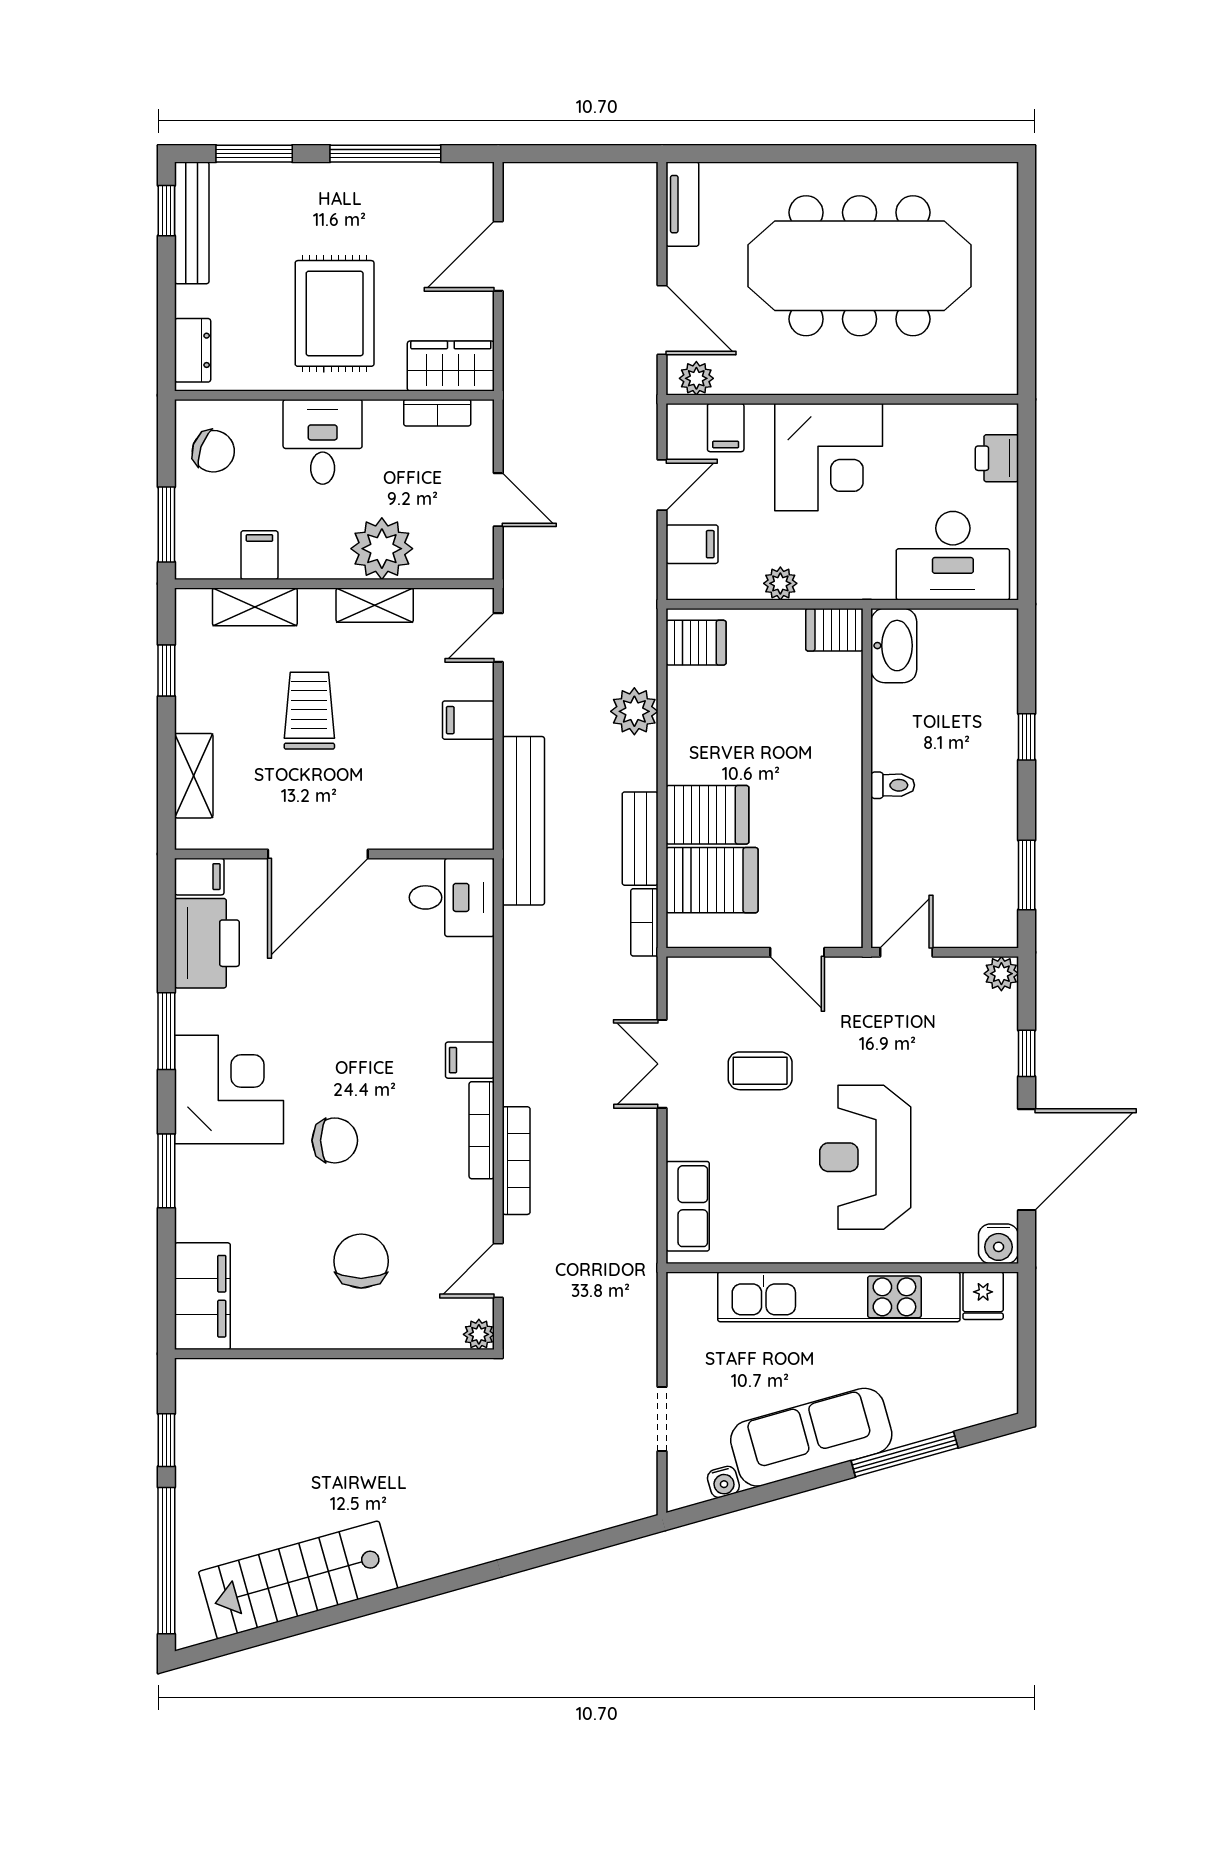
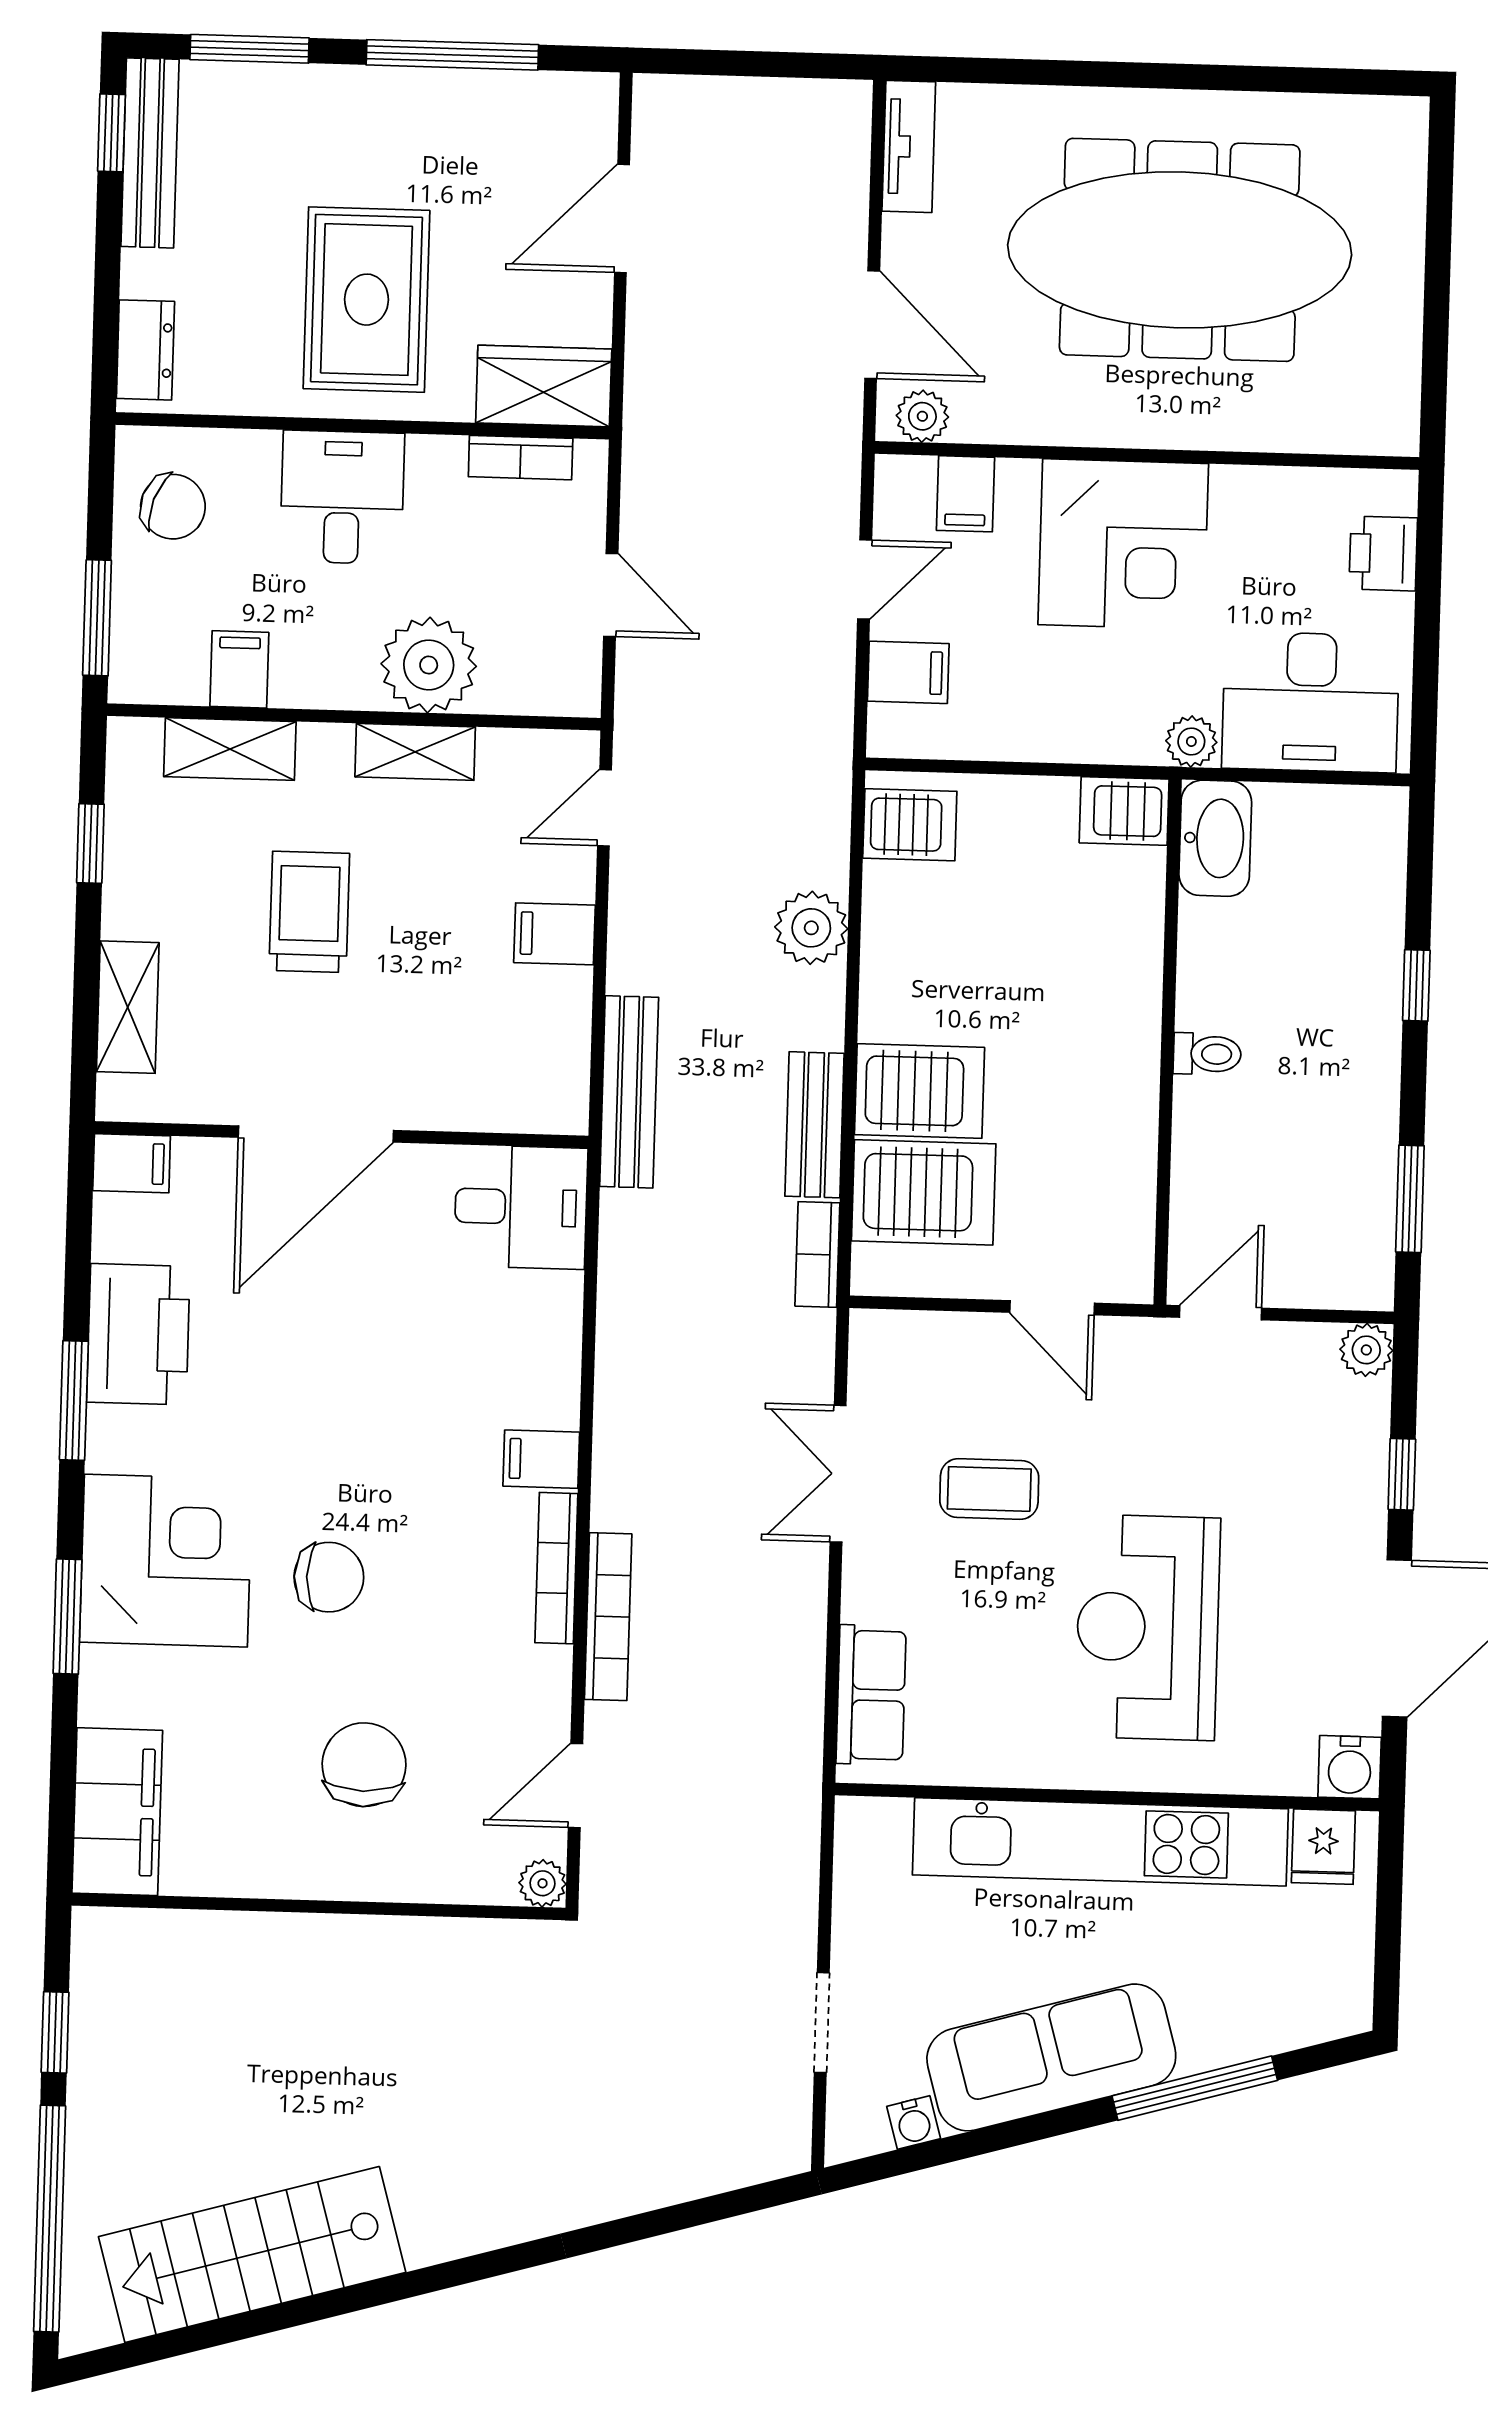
plant: (780, 583) -> (1191, 742), moved
bench: (523, 821) -> (629, 1092), width x0.73, depth x0.82
printer: (207, 943) -> (138, 1334), moved
corner desk: (229, 1090) -> (166, 1561), moved

